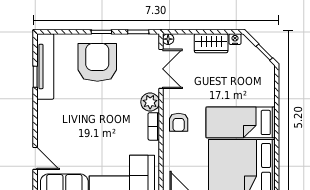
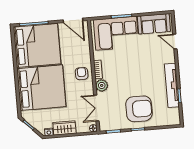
armchair: (97, 62) -> (139, 109), turned -90
tv unit: (45, 66) -> (172, 85), moved
bed: (241, 122) -> (41, 88), width x2.04

